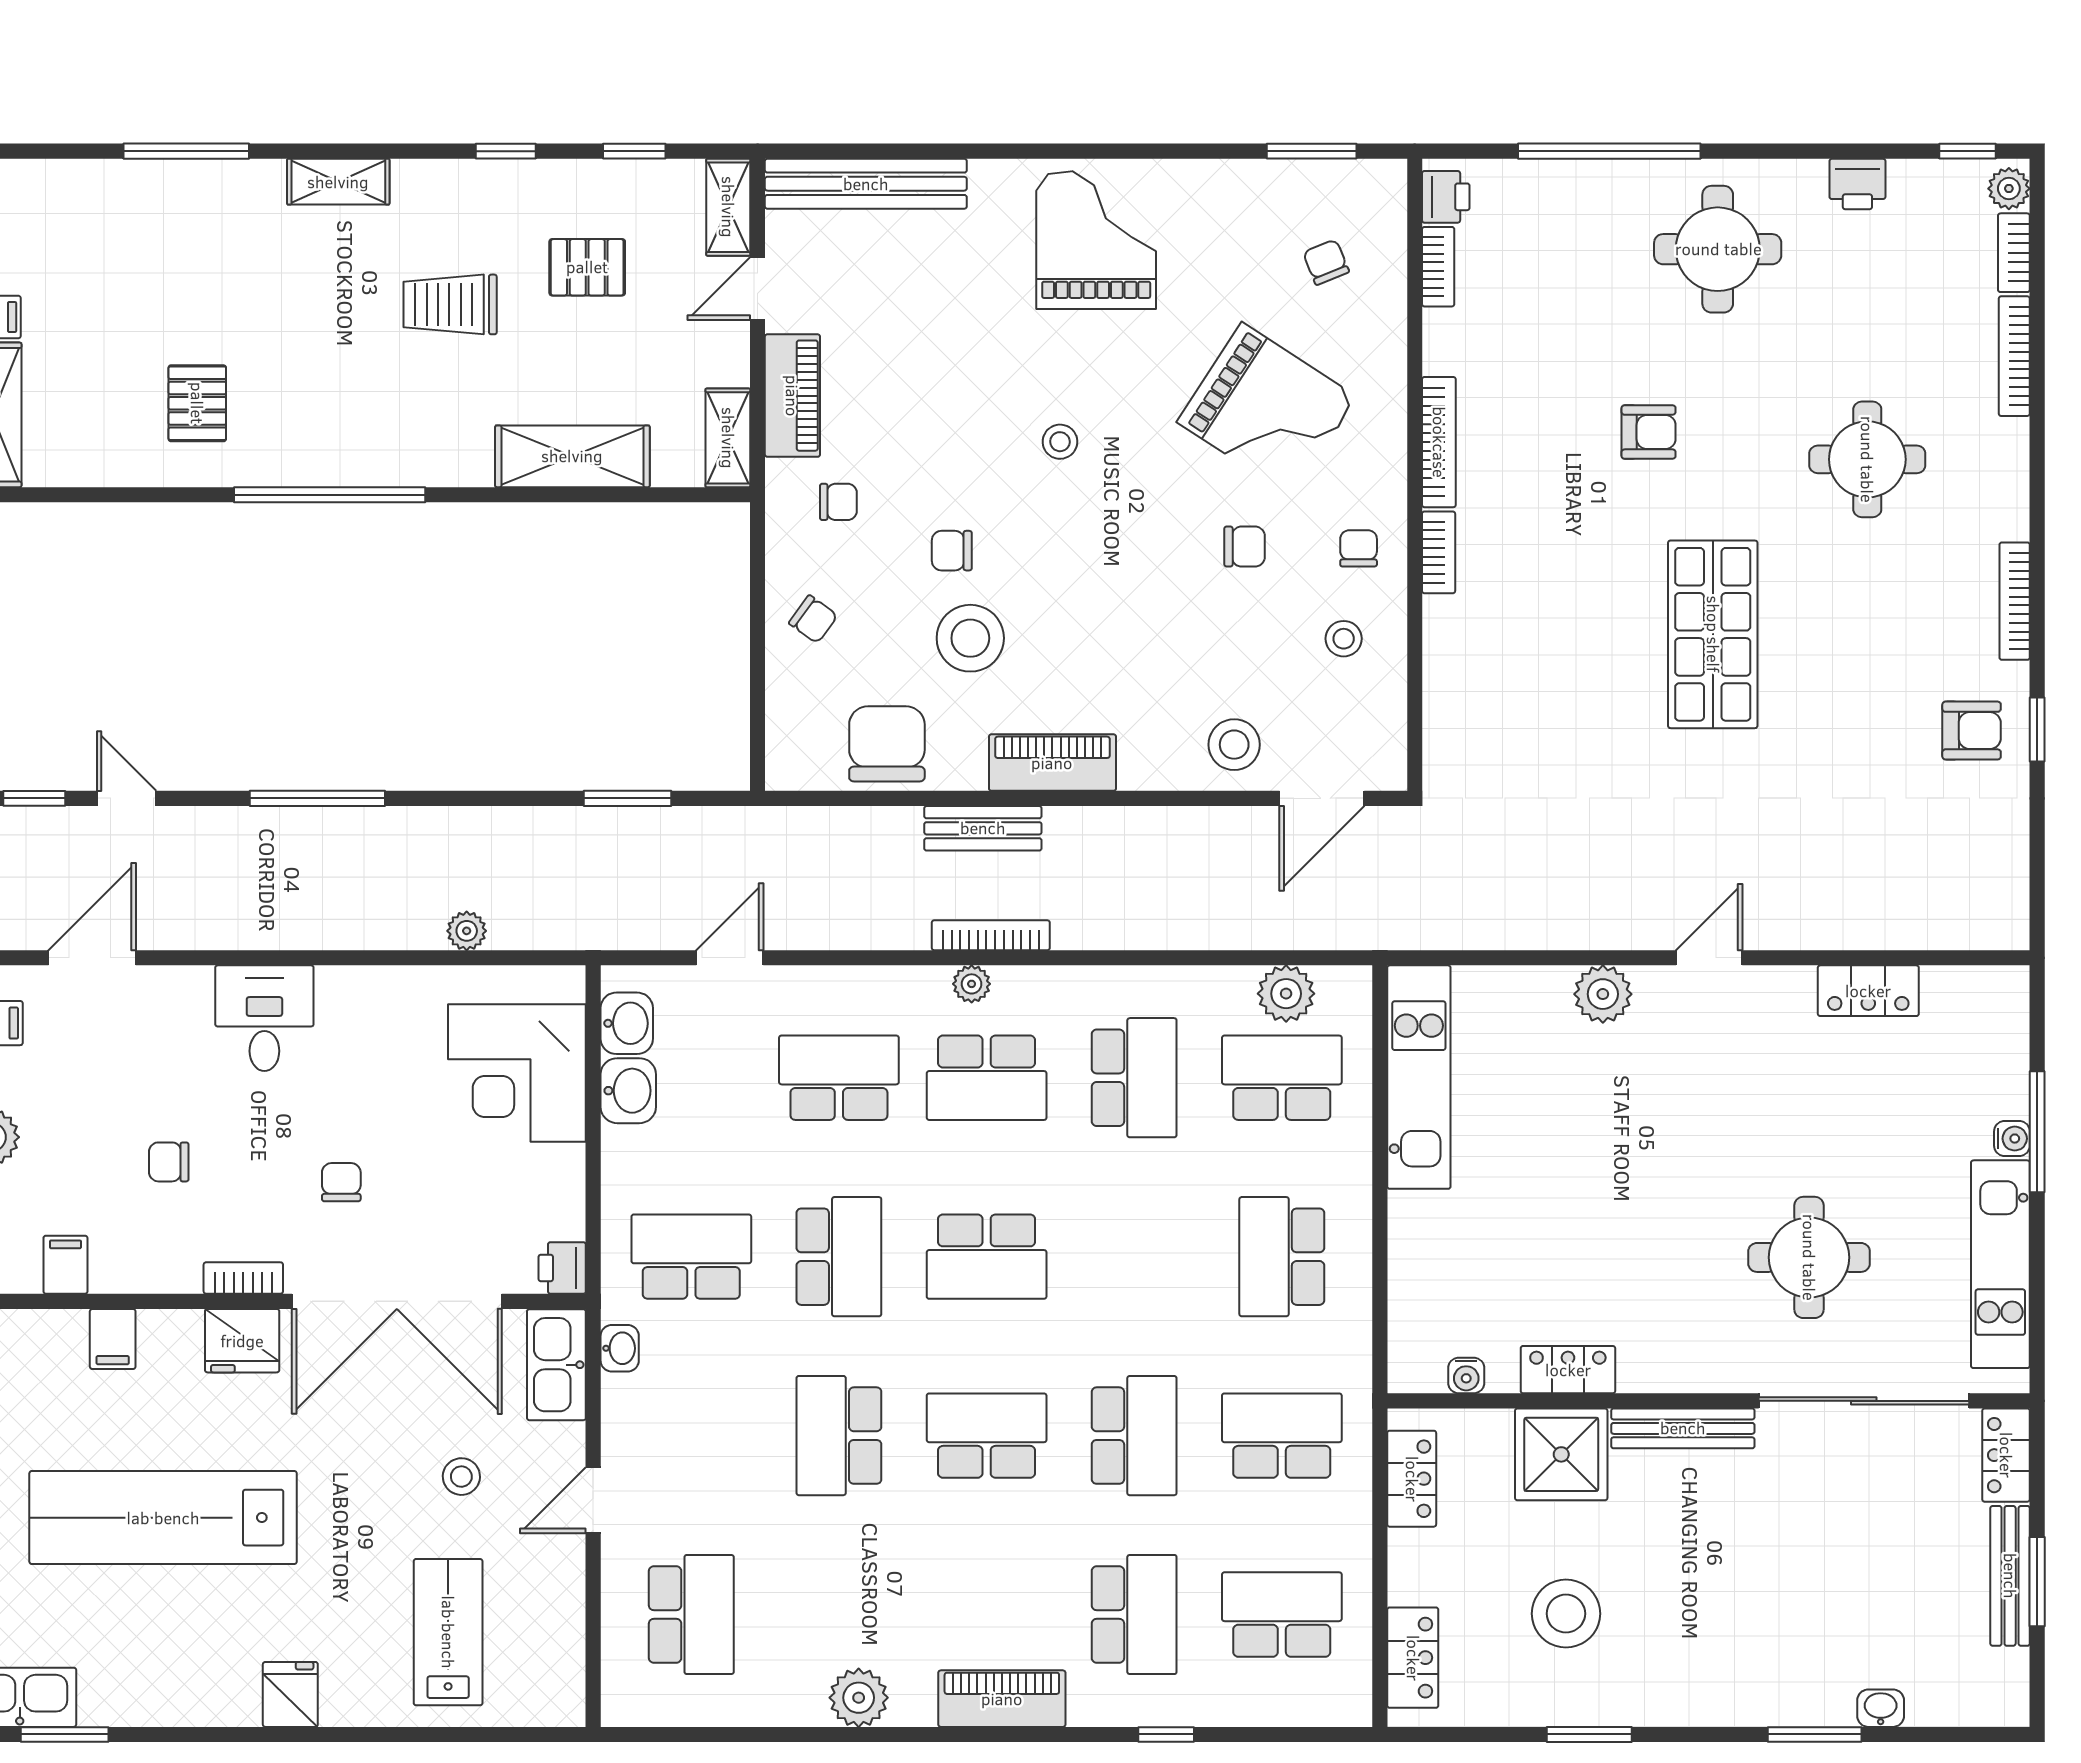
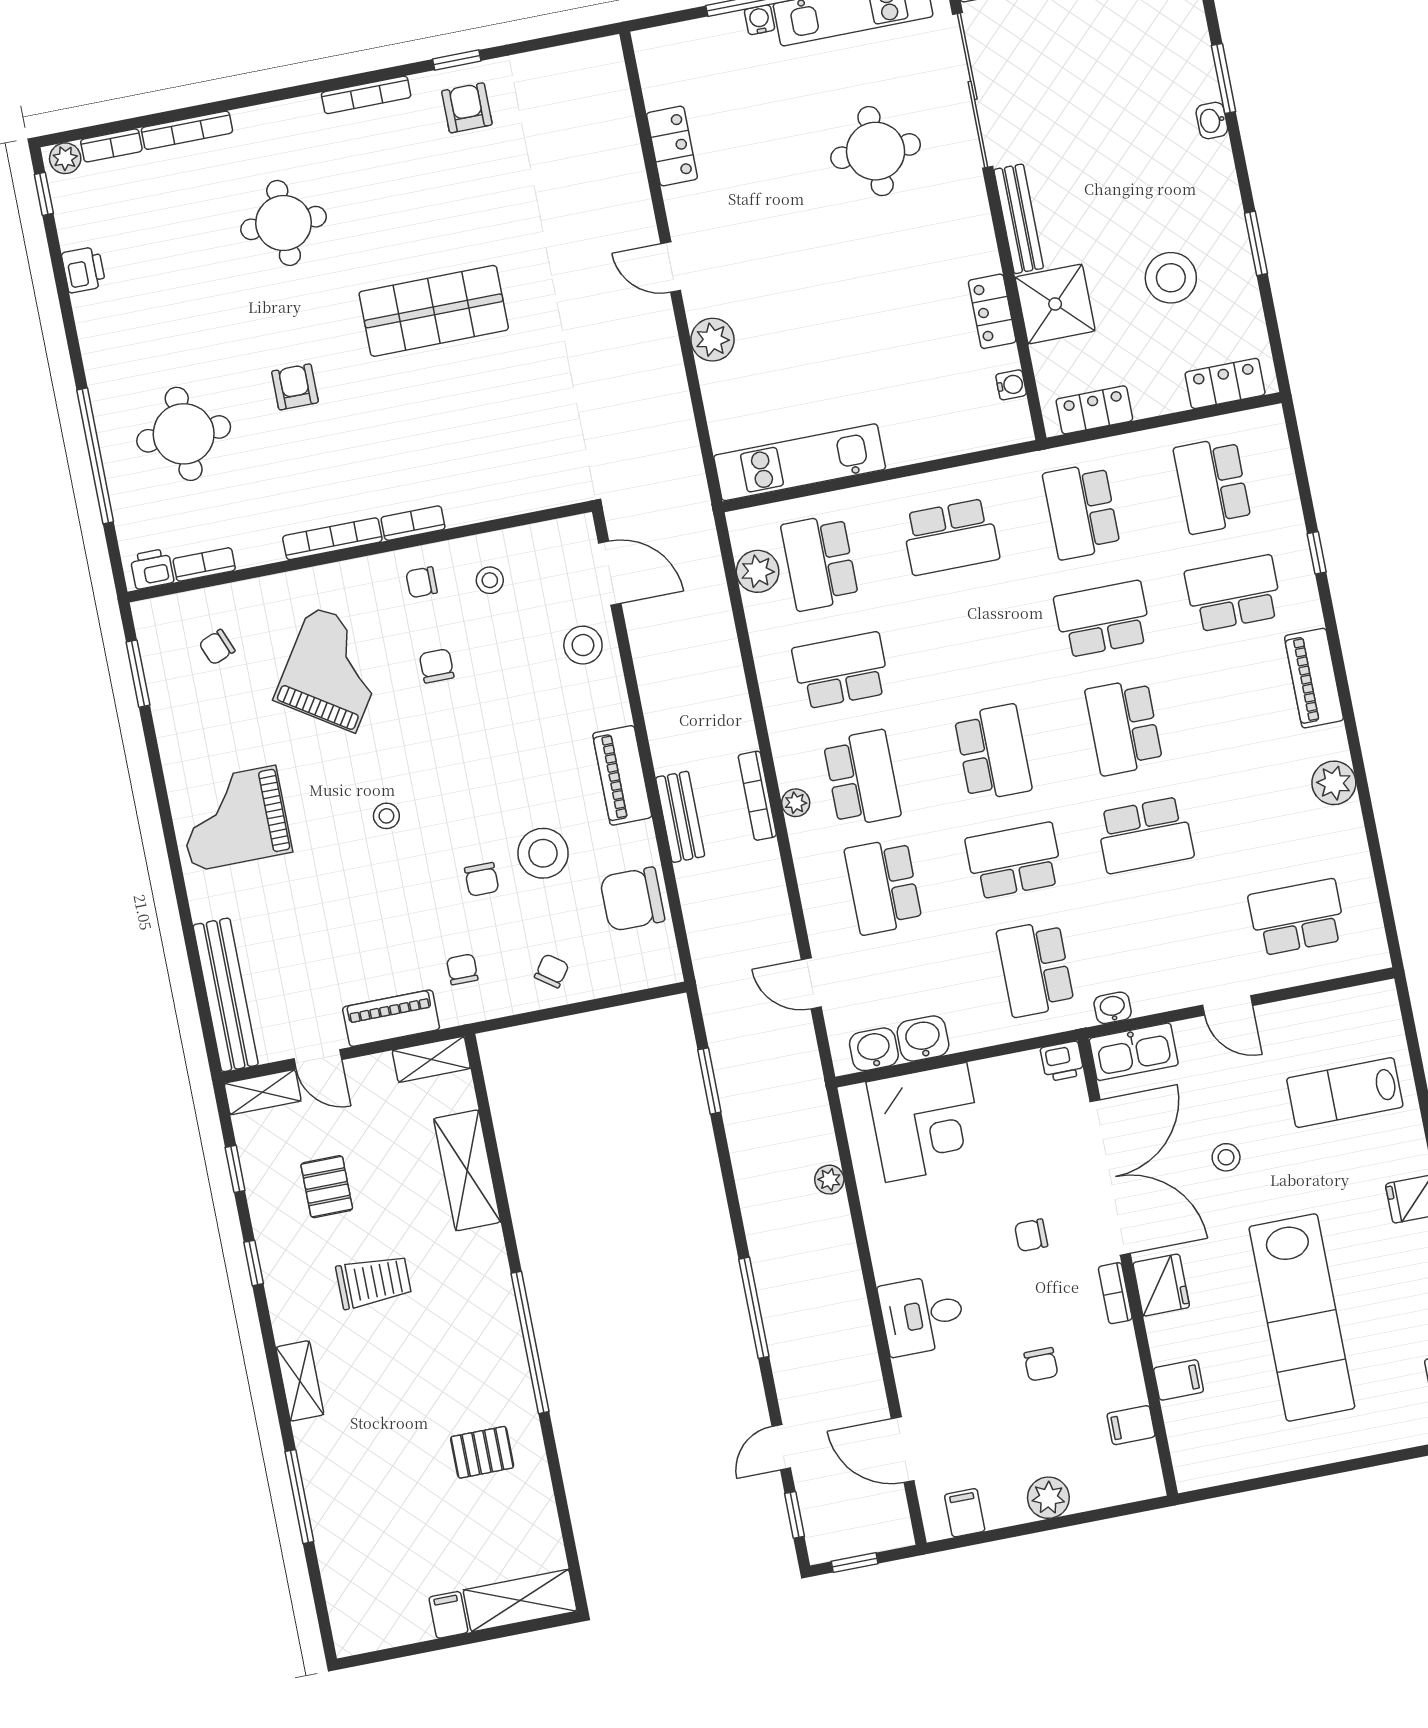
round table: (1718, 249) -> (184, 434), moved
trolley: (450, 304) -> (374, 1282), turned -90
stool: (461, 1477) -> (1226, 1157), moved
washbasin: (1881, 1708) -> (1212, 120), moved

